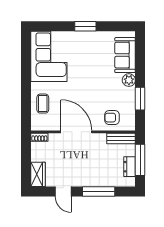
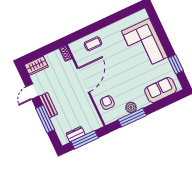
window: (85, 26) -> (176, 64), moved
corner sofa: (49, 56) -> (145, 44), moved, turned 90
plant: (129, 80) -> (131, 107), moved
window: (140, 99) -> (132, 117), width x1.44
bench: (121, 139) -> (48, 105), moved

